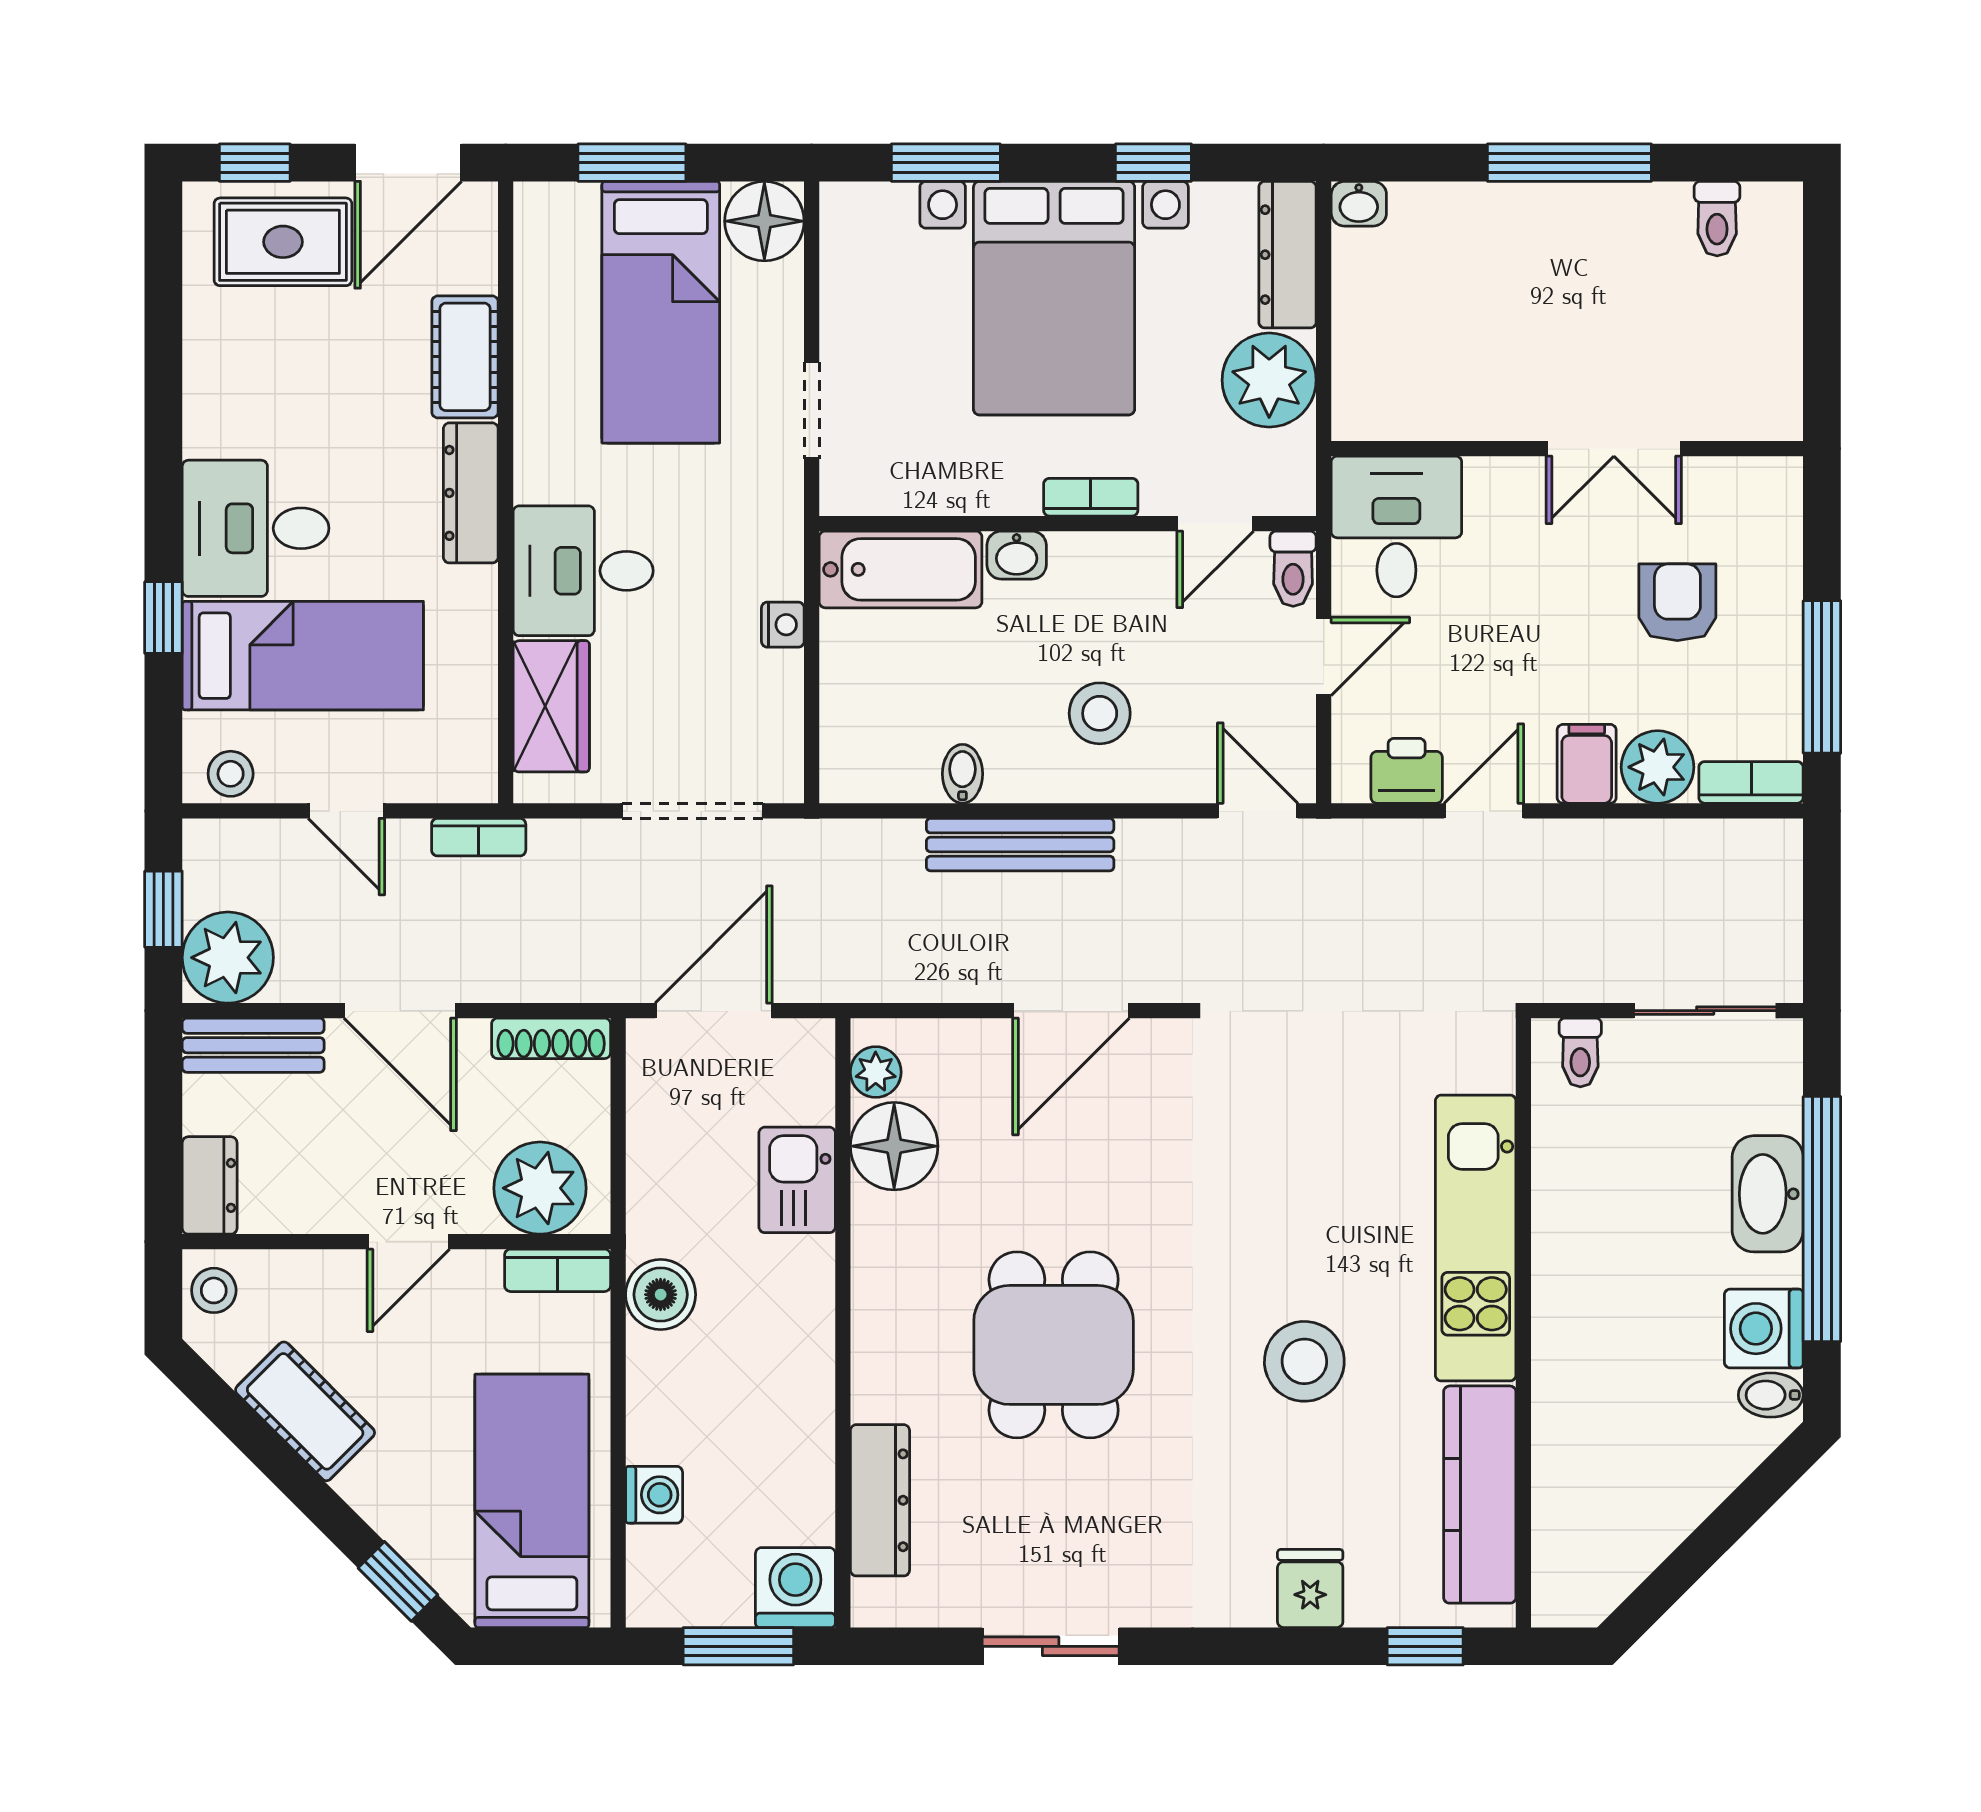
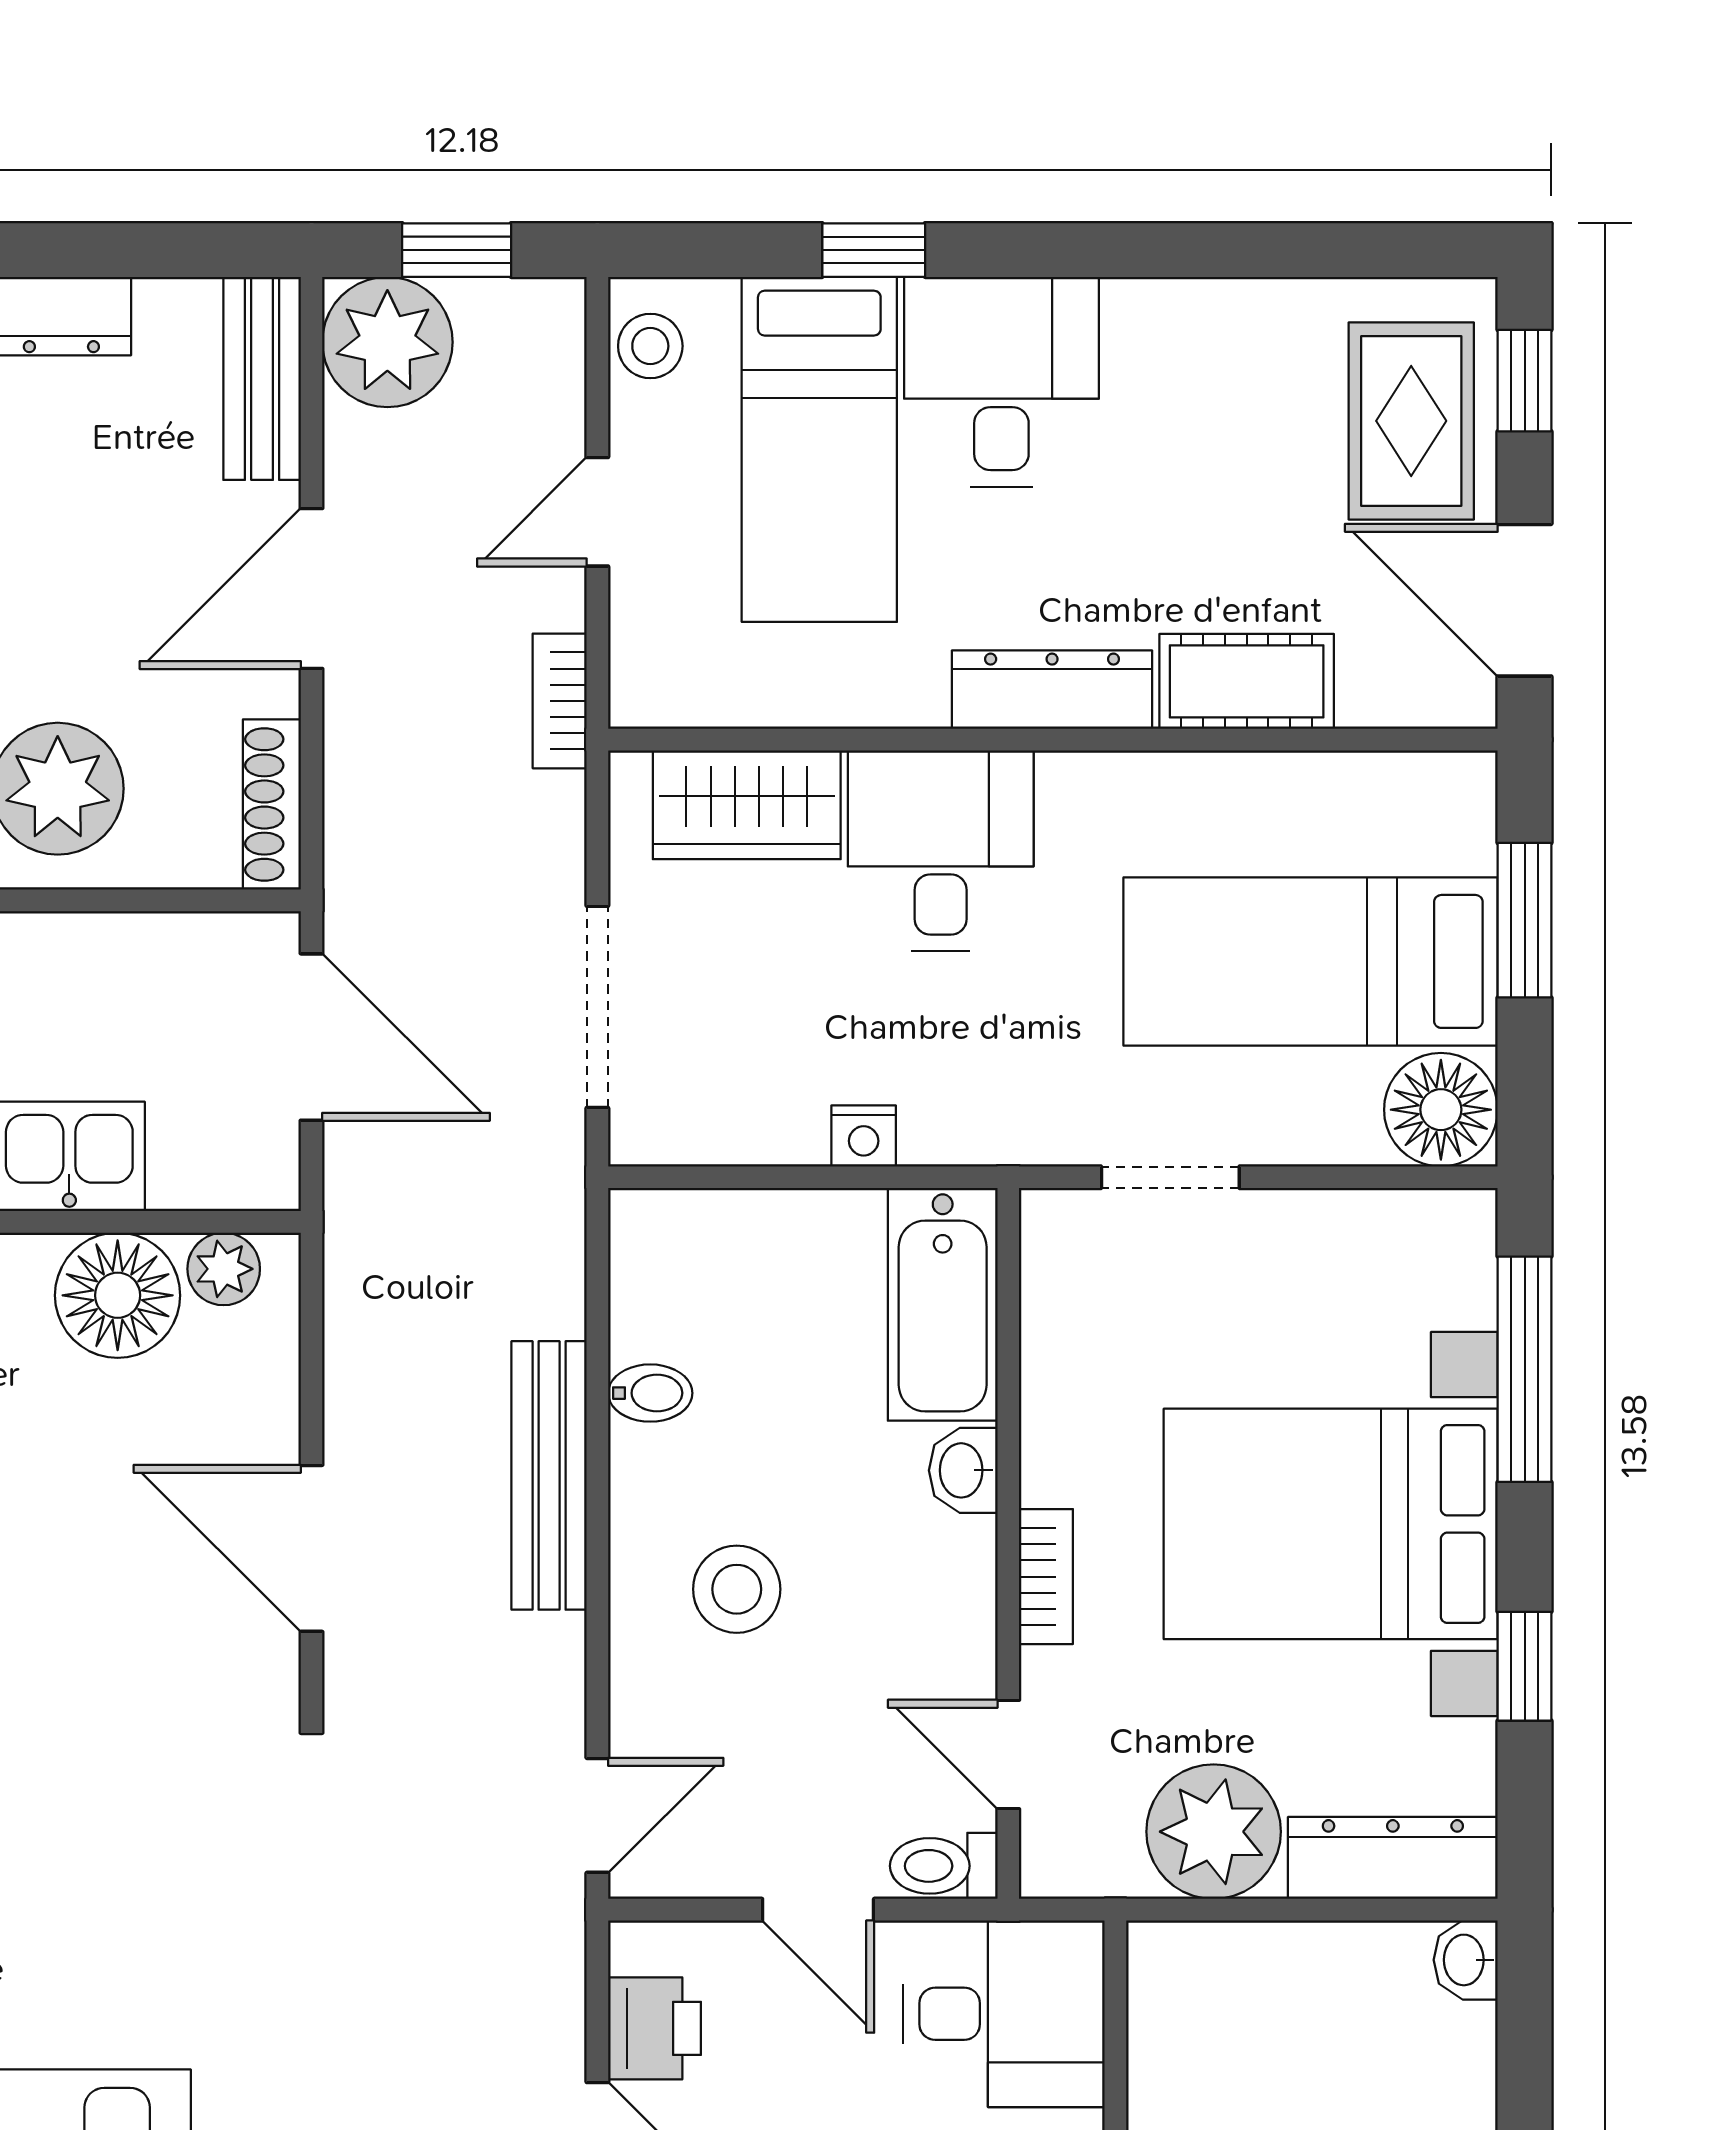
window: (946, 163) -> (1525, 1369), width x1.44

